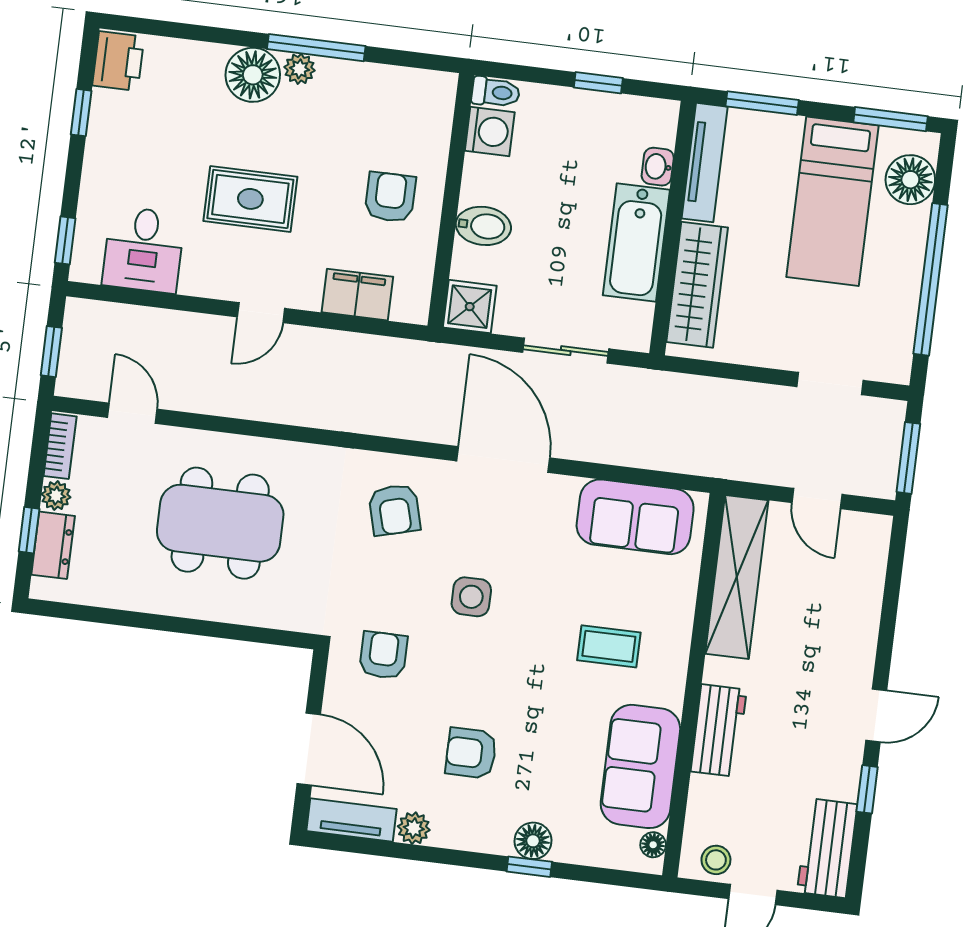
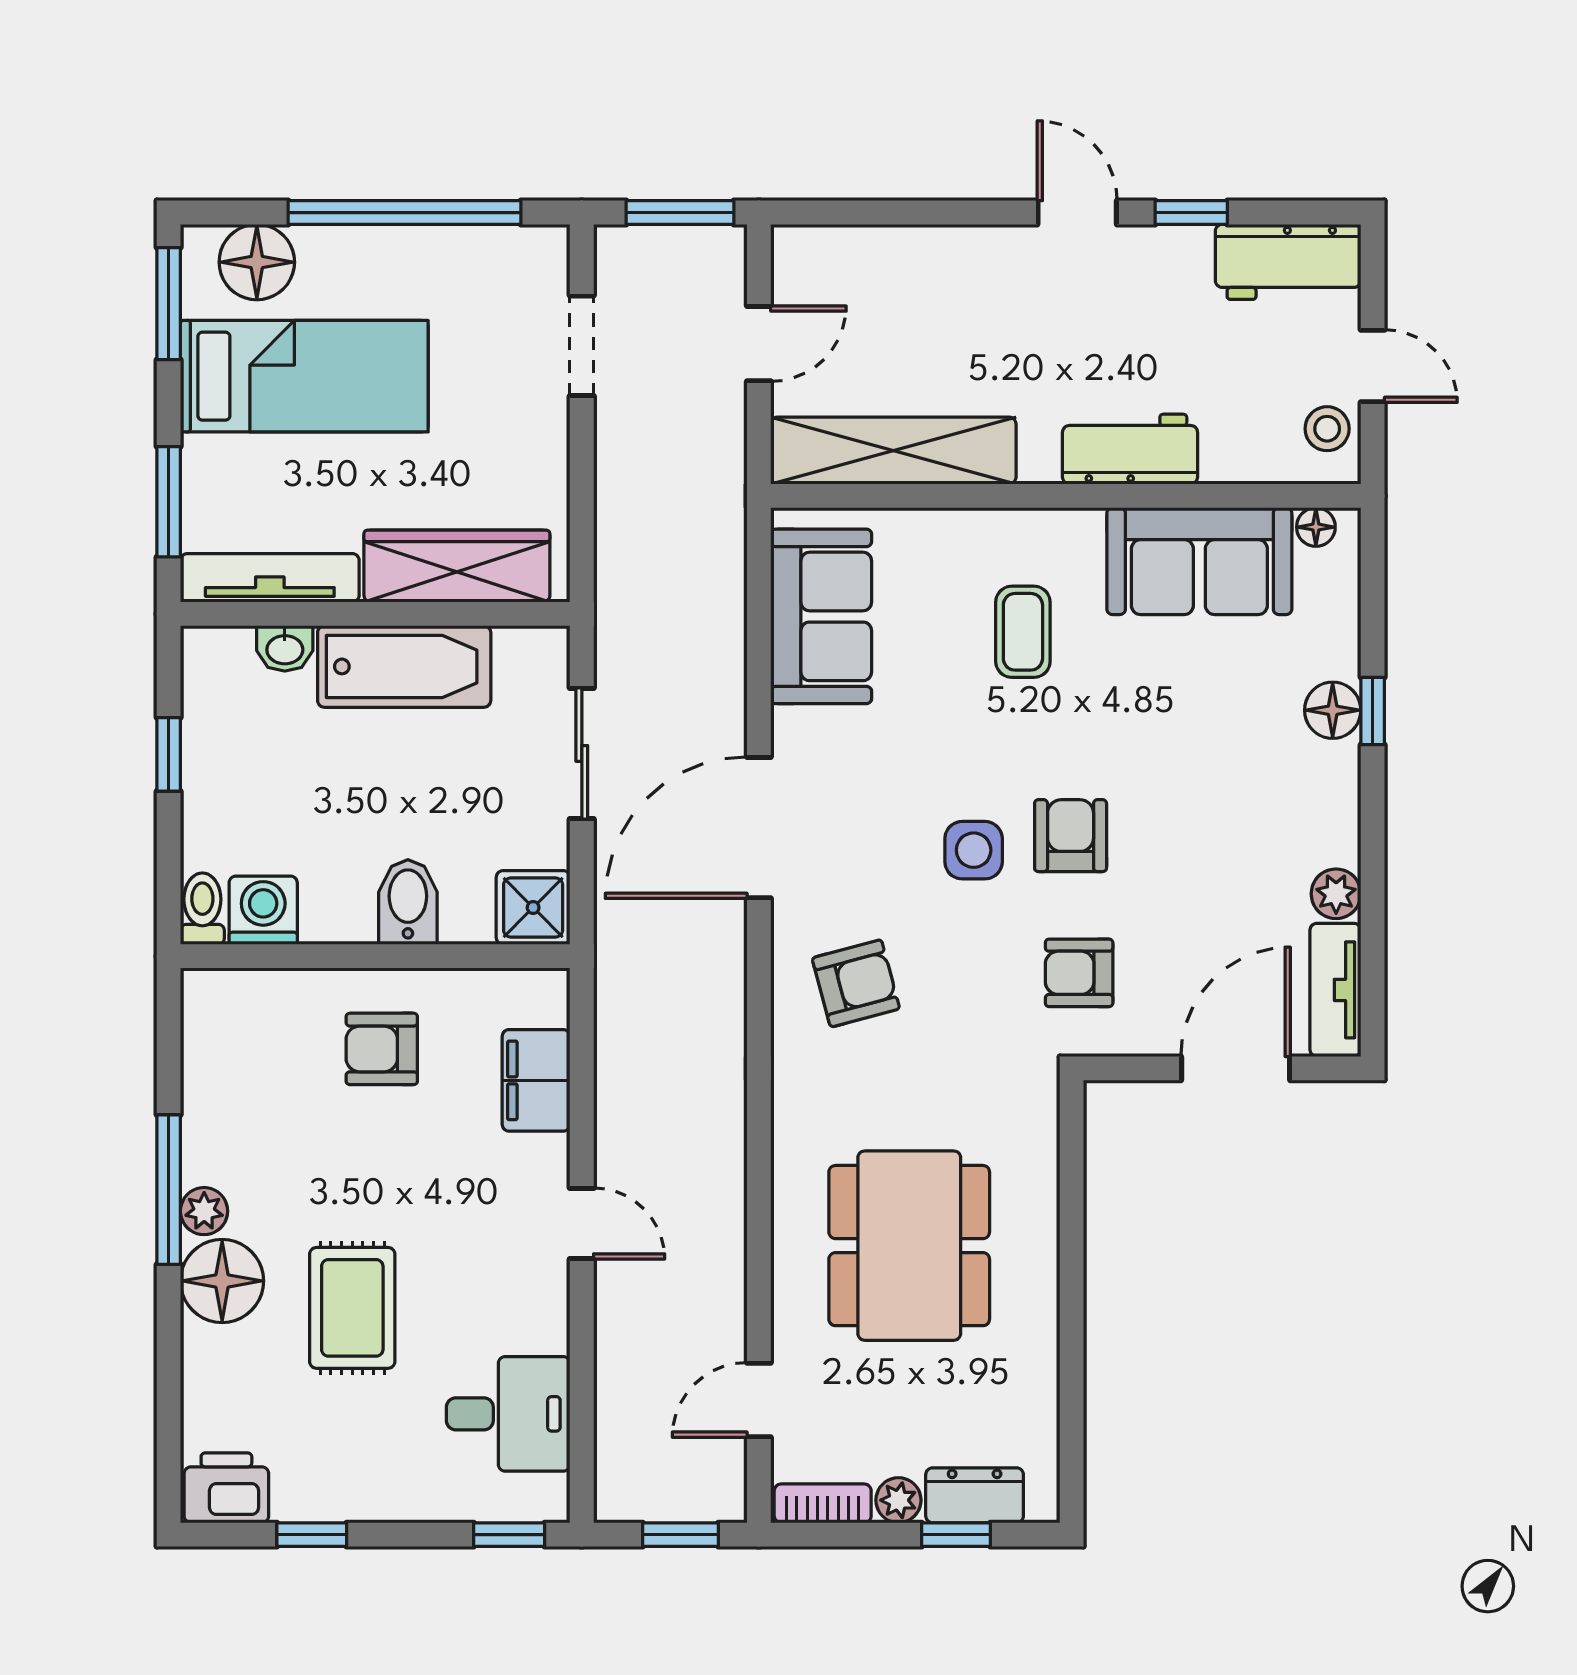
rug: (250, 199) -> (352, 1308), moved
armchair: (471, 753) -> (1071, 836), moved, turned 180

